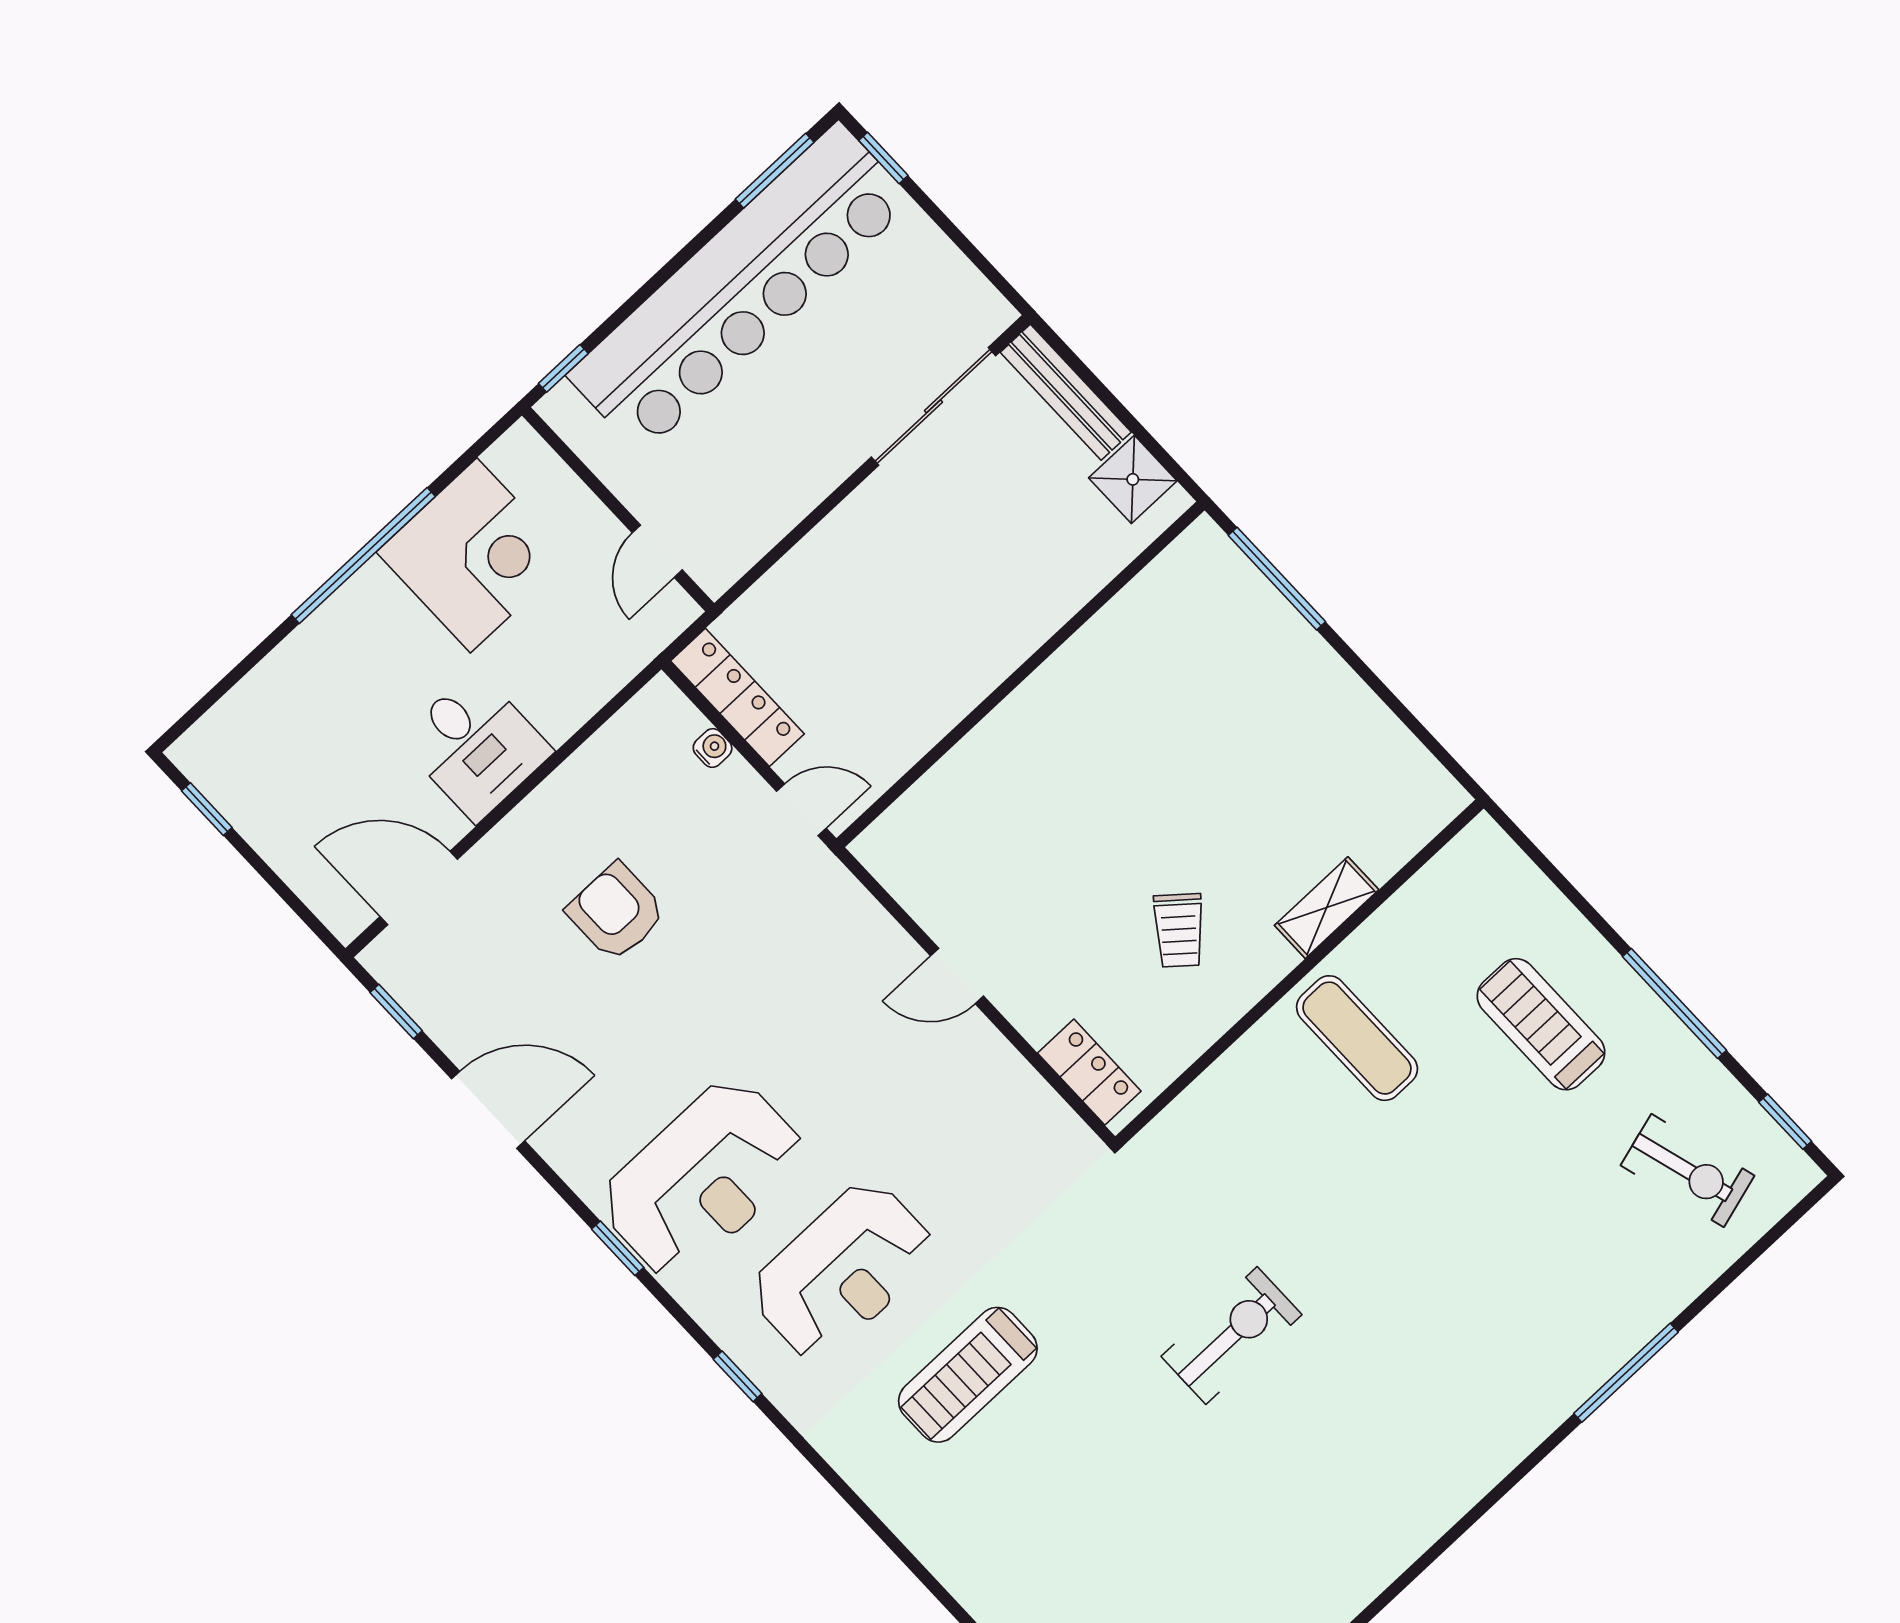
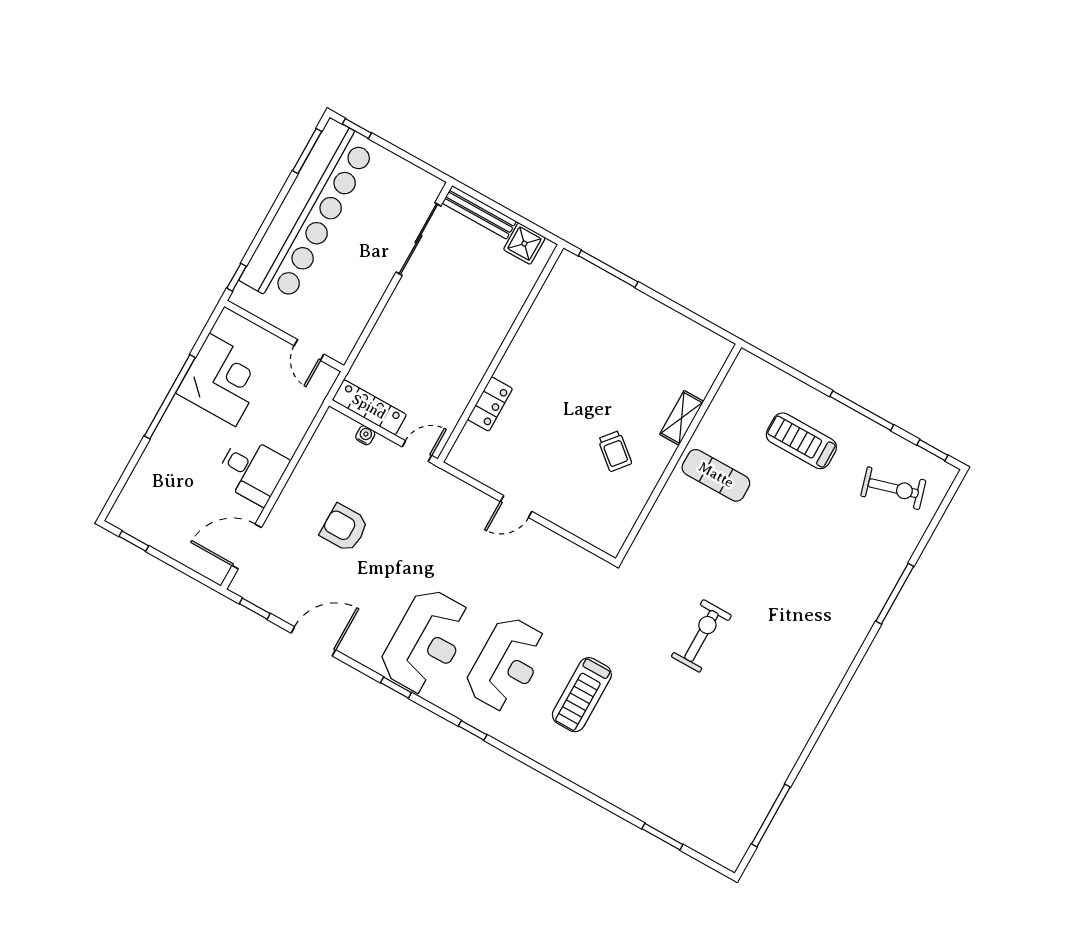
locker: (1089, 1072) -> (490, 404), moved, turned 90

